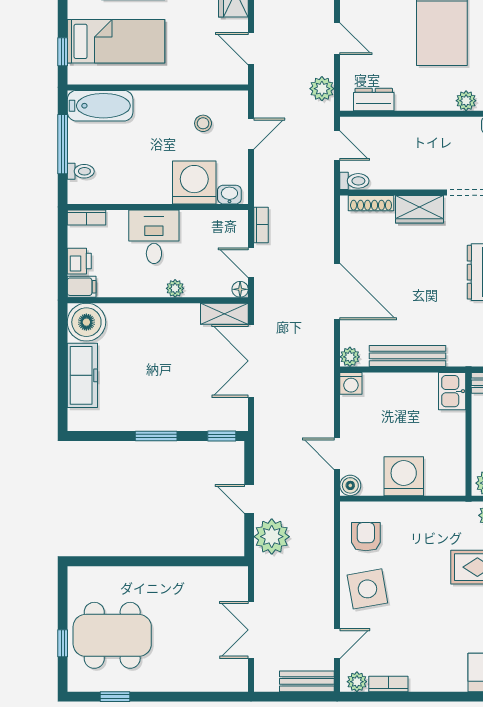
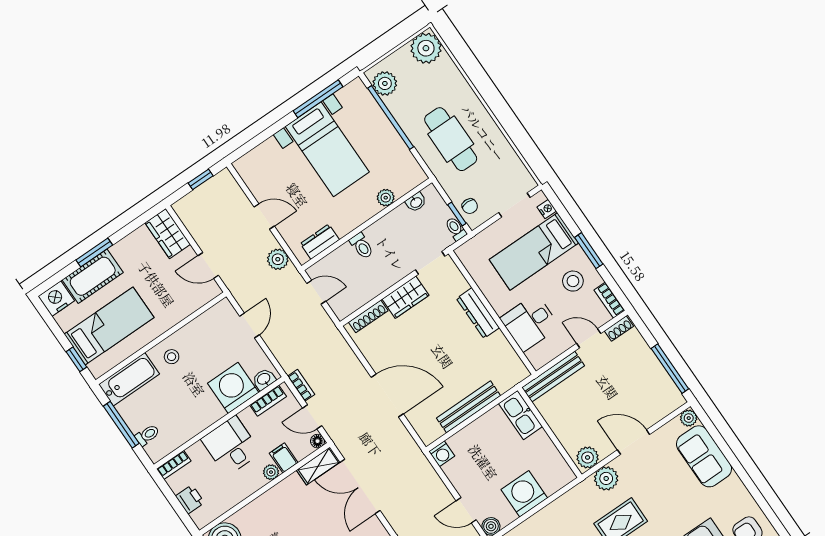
stool: (203, 123) -> (172, 357), moved
toilet: (354, 181) -> (362, 246), moved, turned 90
bookcase: (219, 218) -> (268, 401), added
filing cabinet: (82, 287) -> (284, 458), moved, turned -90
plant: (350, 357) -> (428, 436), removed
kitchen sink: (452, 391) -> (521, 415), width x1.38

